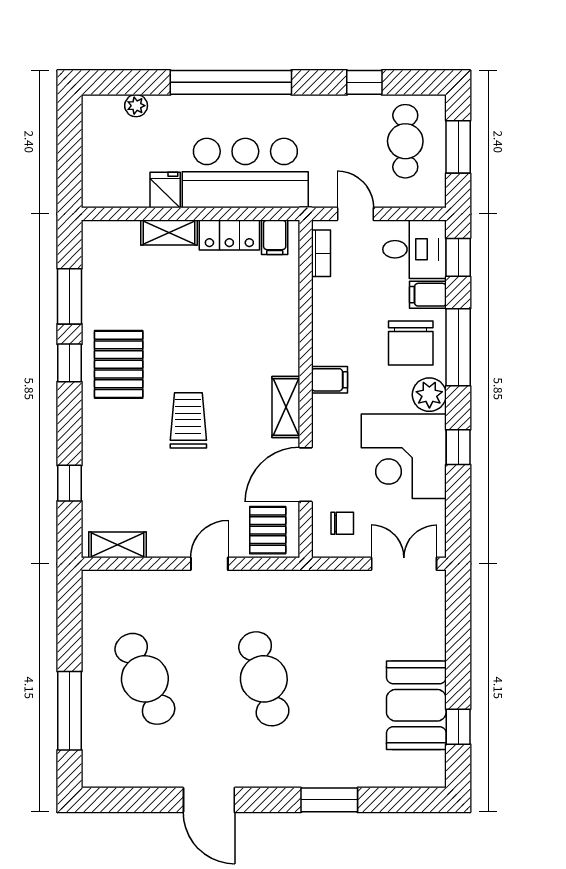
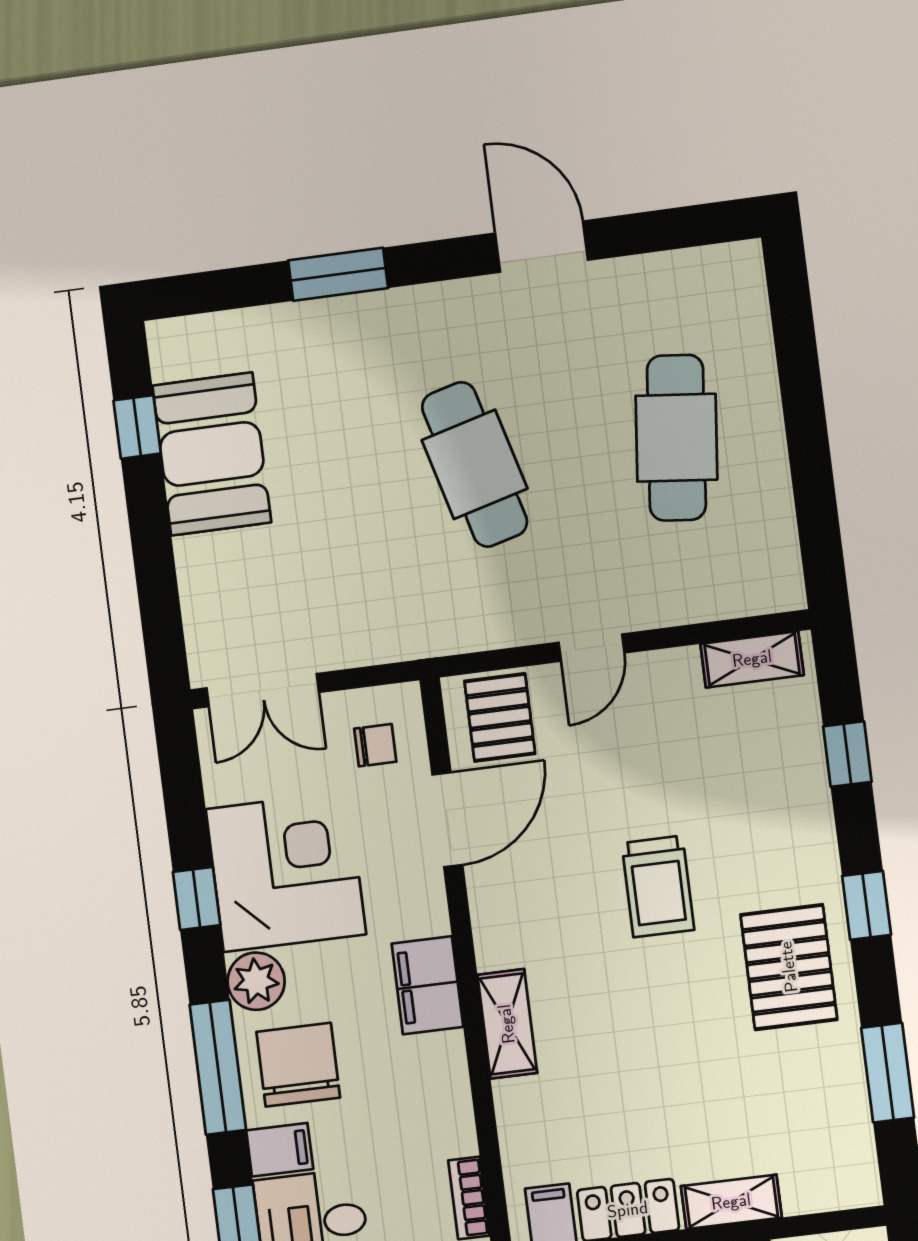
window: (69, 363) -> (867, 905), moved
filing cabinet: (329, 380) -> (427, 985), width x2.00
shelving: (286, 407) -> (507, 1024), moved
chair: (342, 523) -> (375, 745), turned 180
cafe table: (145, 679) -> (676, 438), turned 30
window: (69, 711) -> (798, 366), removed

